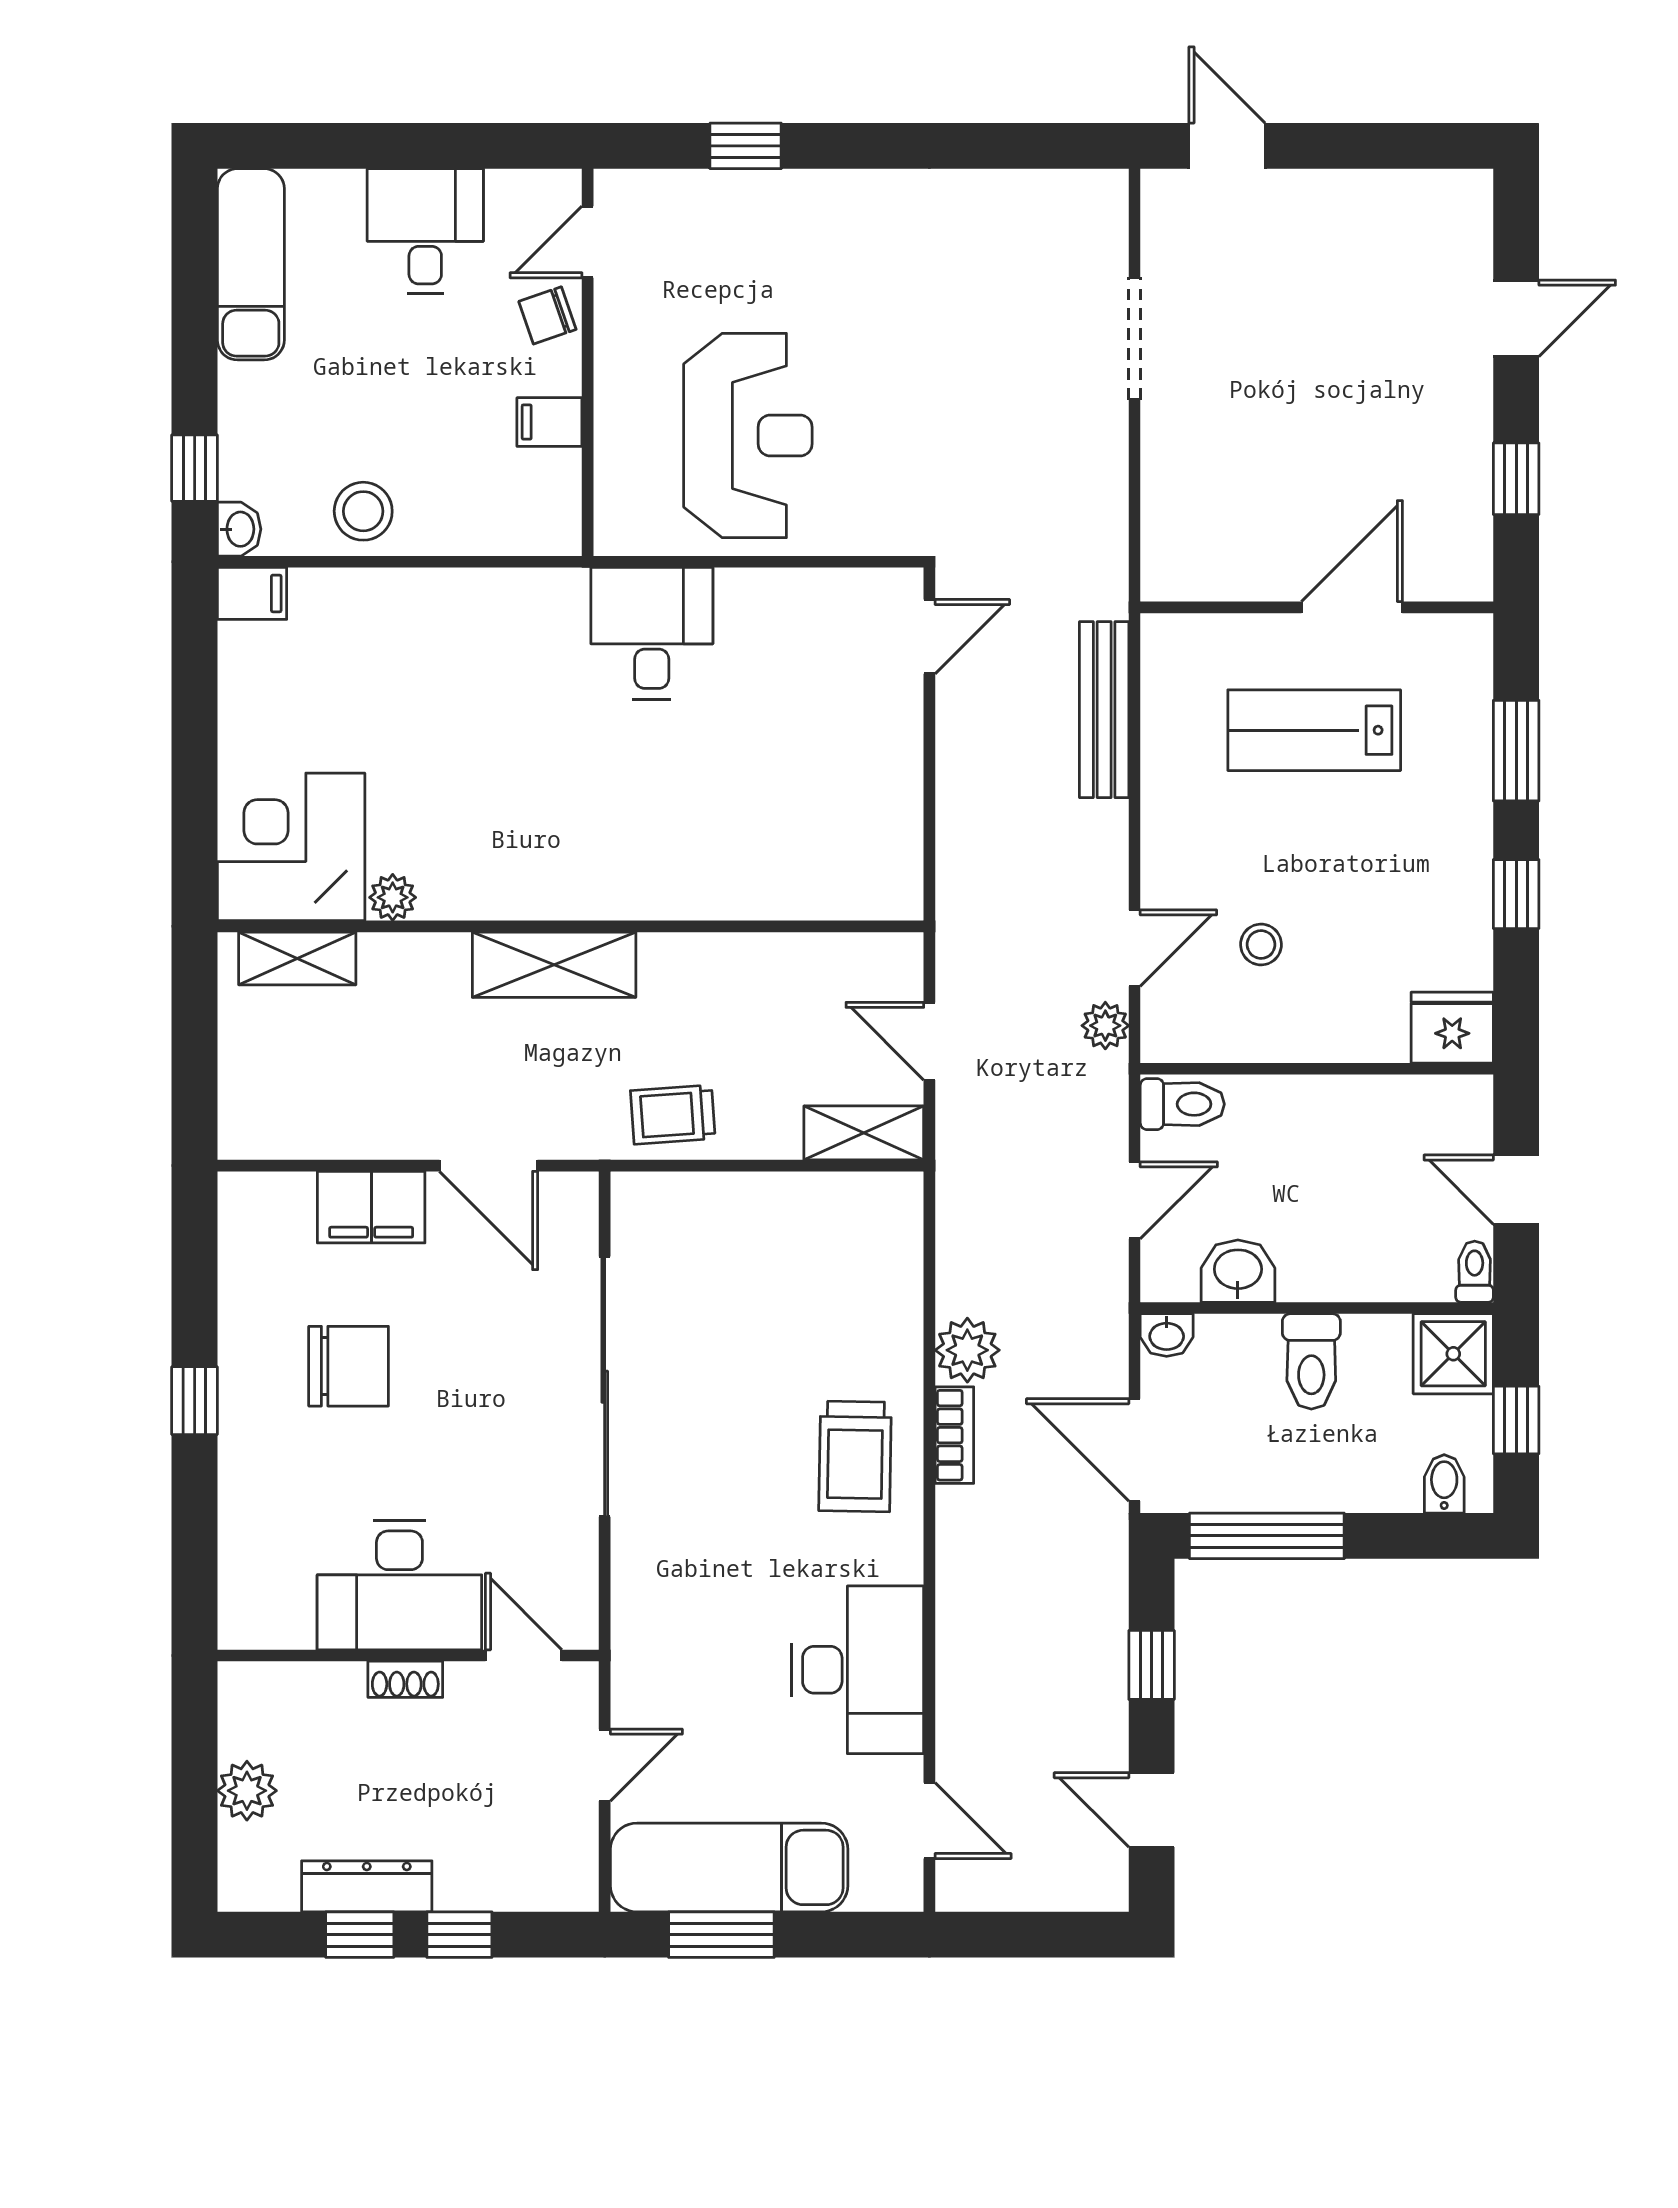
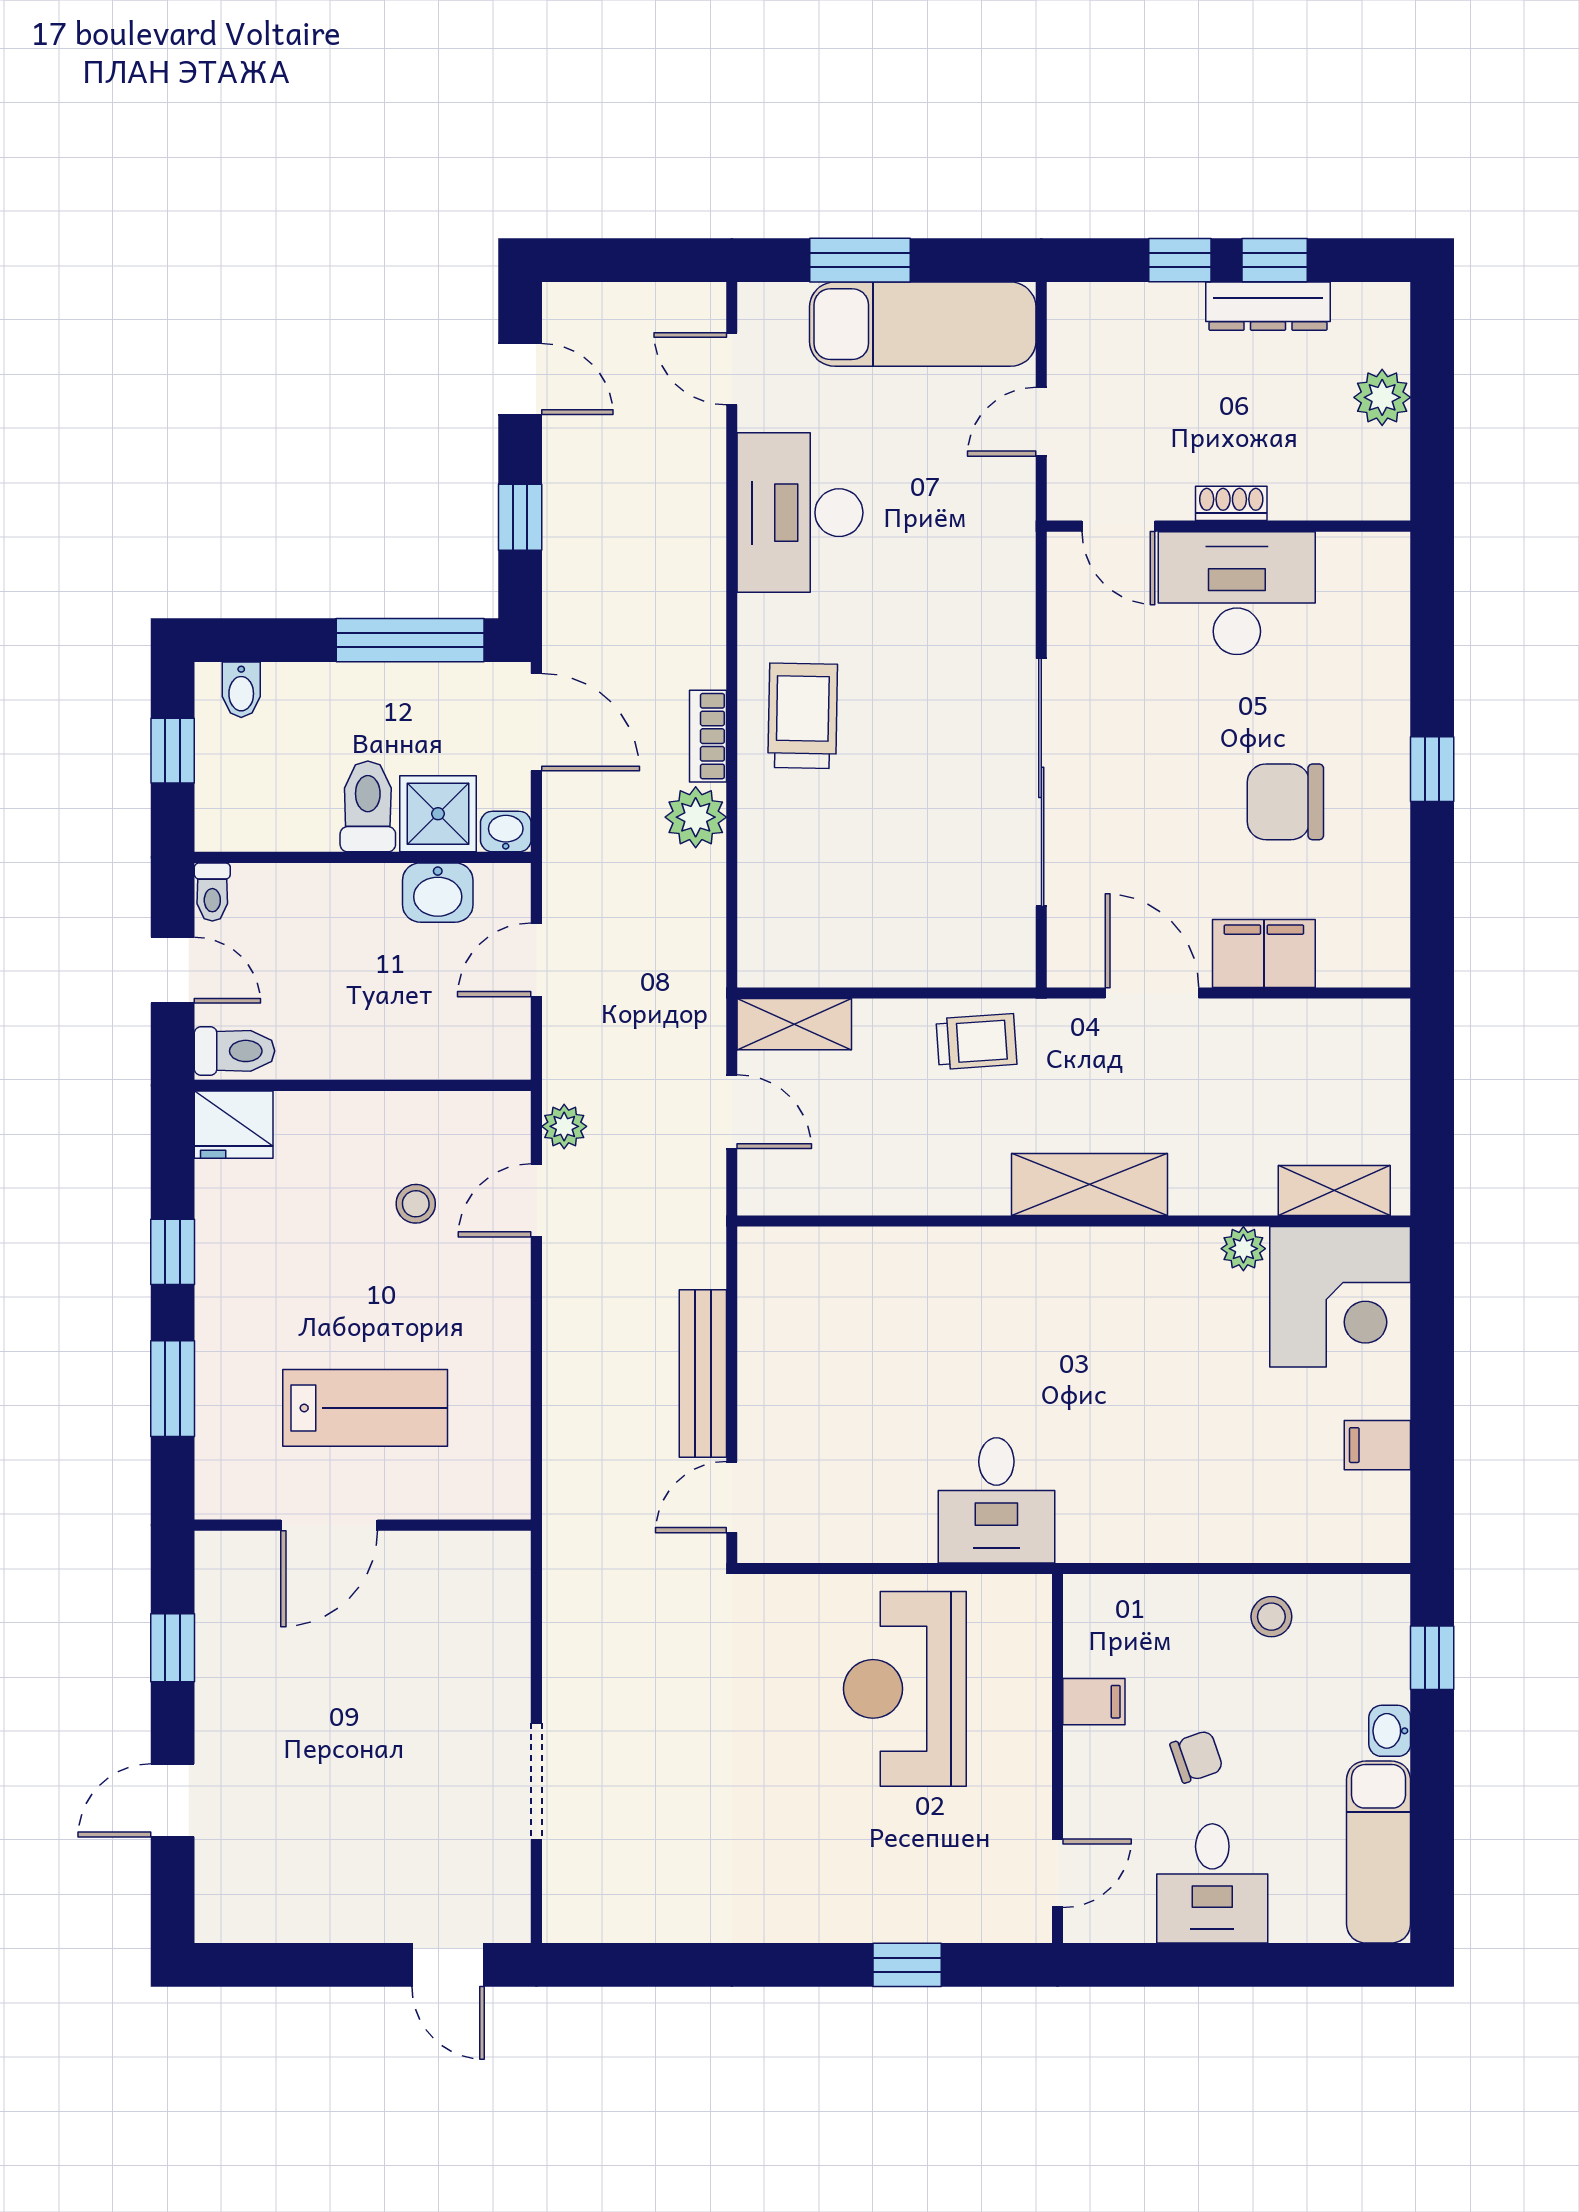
chair: (547, 315) -> (1197, 1757), moved
stool: (363, 511) -> (1271, 1617), width x0.73, depth x0.73
washbasin: (239, 529) -> (1390, 1731), moved
filing cabinet: (252, 593) -> (1377, 1445), moved
bench: (1104, 710) -> (703, 1373), moved
toilet: (1182, 1104) -> (234, 1051), moved, turned 180
shower: (1453, 1354) -> (438, 814), moved
window: (721, 1935) -> (860, 260), moved

